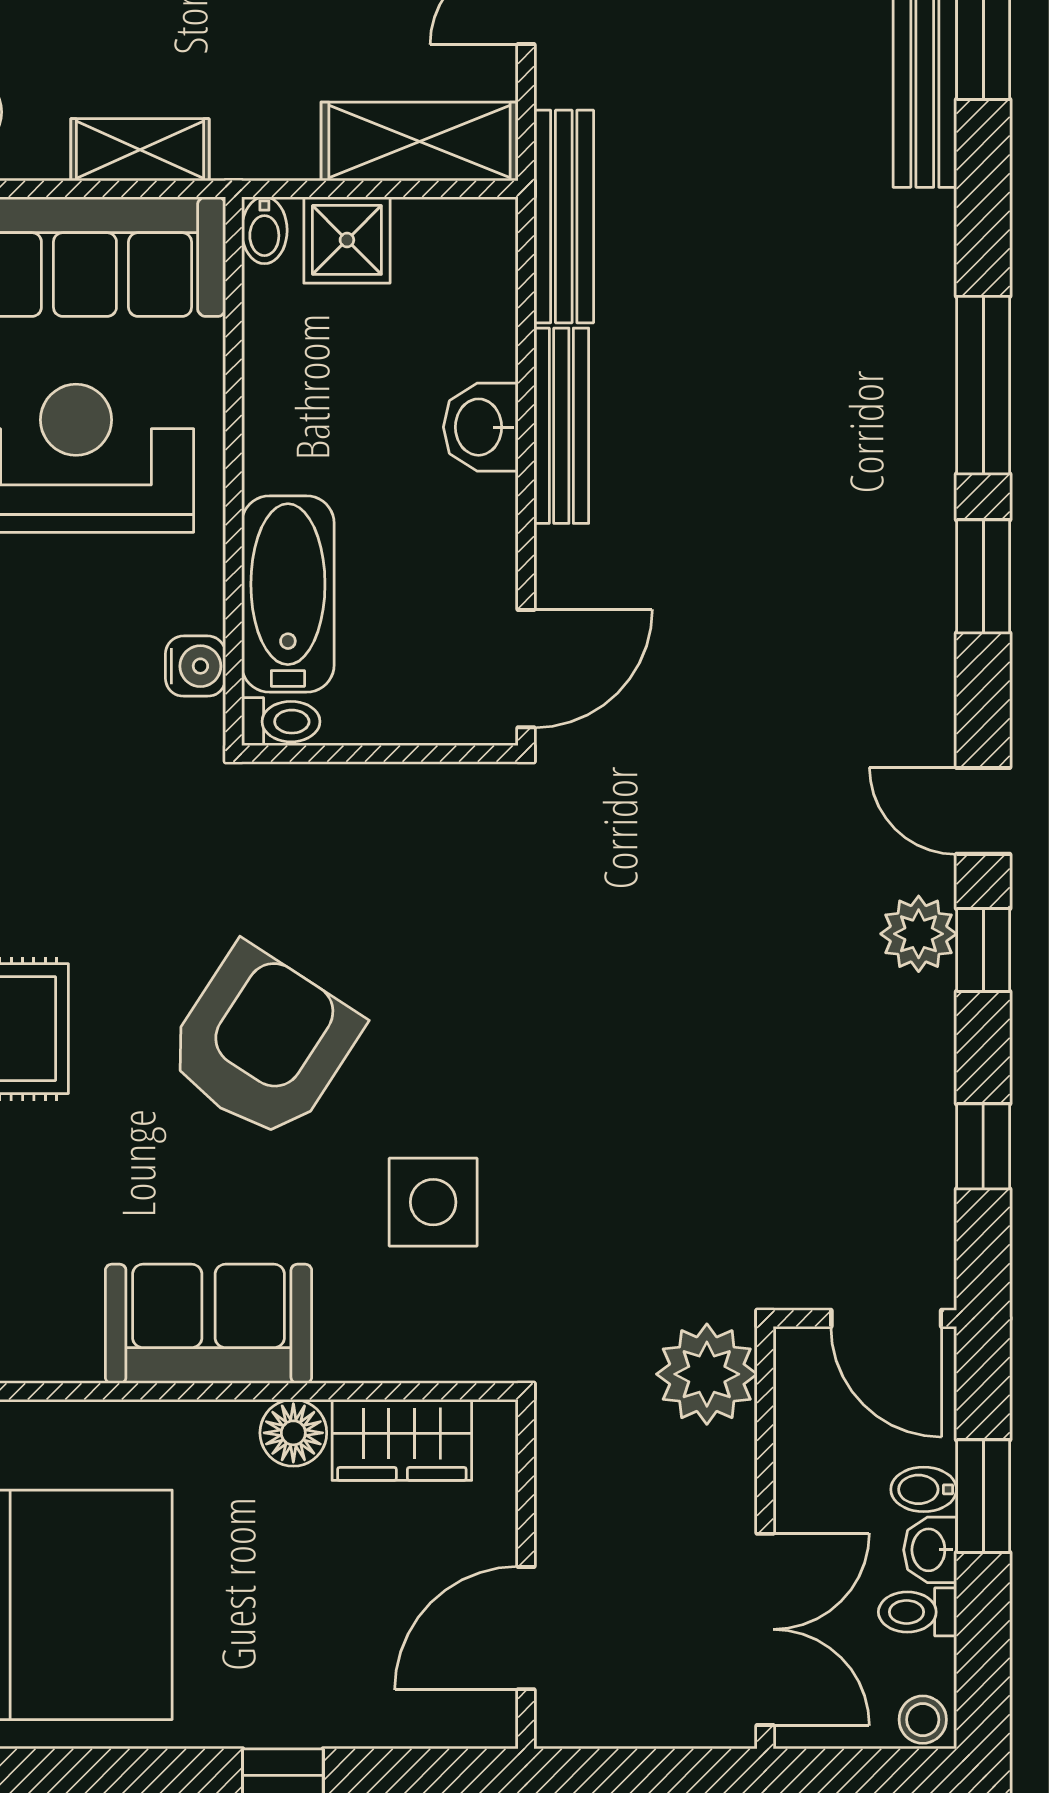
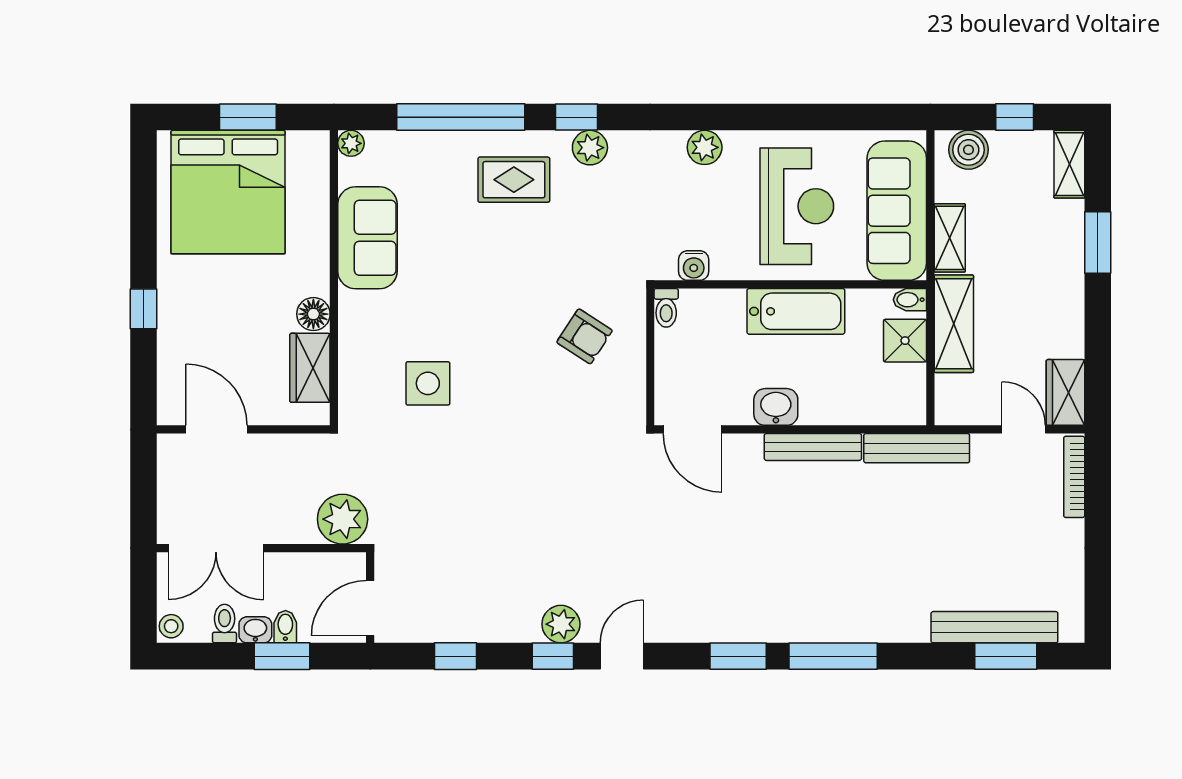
shelving: (420, 141) -> (954, 324), moved
washbasin: (481, 427) -> (776, 407), moved
bathtub: (288, 594) -> (796, 311), moved
armchair: (263, 1043) -> (585, 336), moved, width x0.53, depth x0.53
sofa: (208, 1324) -> (367, 238), moved

